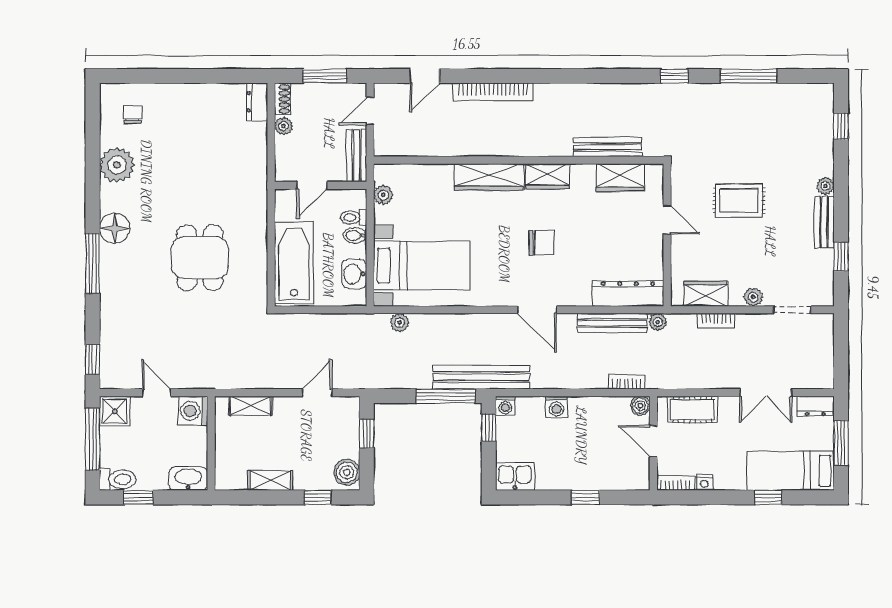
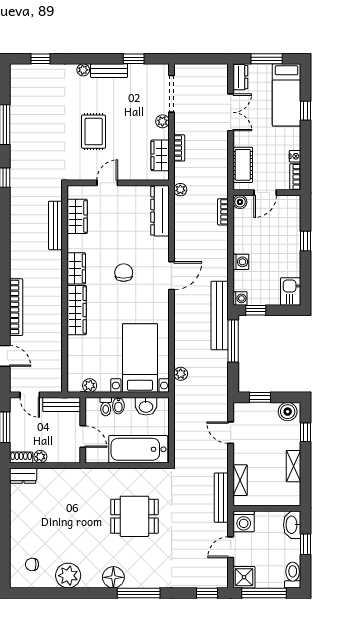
doorway: (792, 310) -> (172, 94), width x1.38
bench: (612, 323) -> (221, 498), moved
window: (138, 497) -> (305, 544), moved

